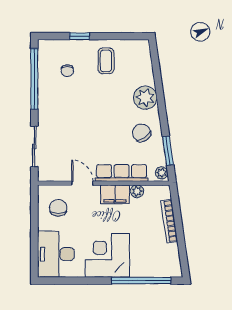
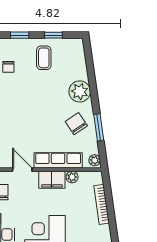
window: (117, 36) -> (53, 35), added
window: (168, 151) -> (99, 127), moved

